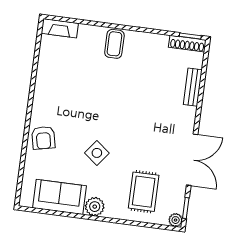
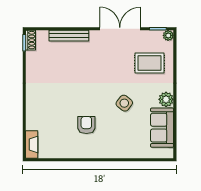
coffee table: (114, 44) -> (38, 101), removed
shoe rack: (187, 44) -> (31, 40), width x0.70
bench: (193, 87) -> (69, 36), width x1.36
armchair: (43, 138) -> (86, 125), moved, turned -78

